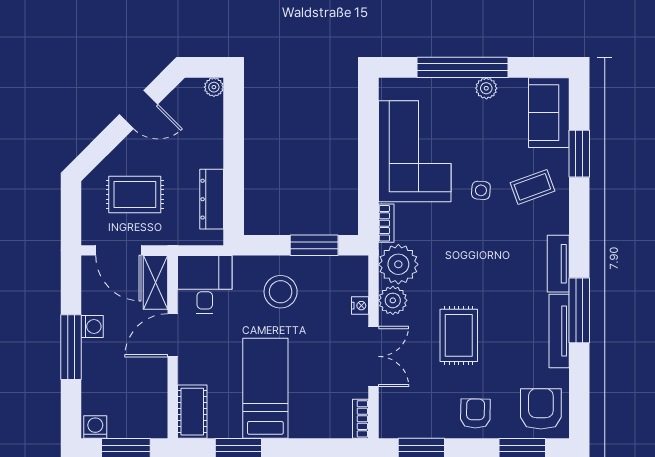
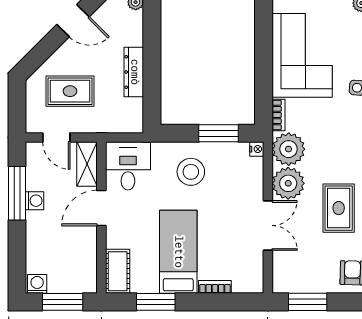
dresser: (212, 199) -> (134, 72), moved
door: (118, 250) -> (56, 137), width x0.73
plant: (393, 300) -> (288, 183), width x1.36, depth x1.36
nightstand: (360, 306) -> (257, 149), moved
window: (71, 347) -> (17, 193), moved
bookcase: (360, 419) -> (215, 287), moved, turned 90

